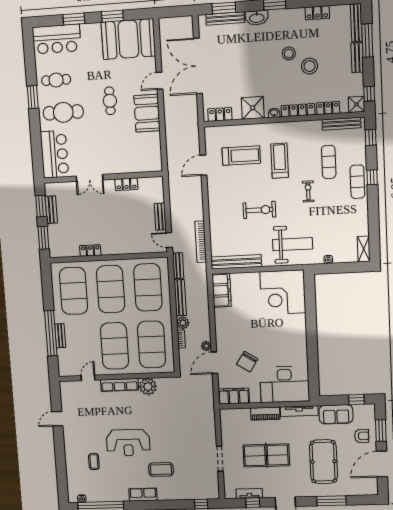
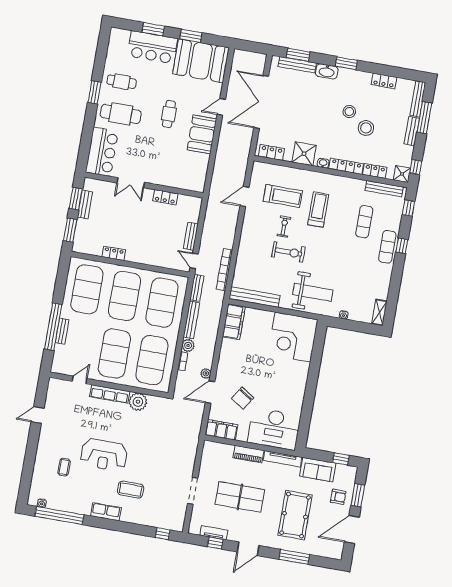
bar counter: (57, 39) -> (152, 47), moved
exercise bike: (308, 191) -> (284, 227), moved

